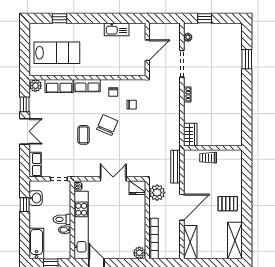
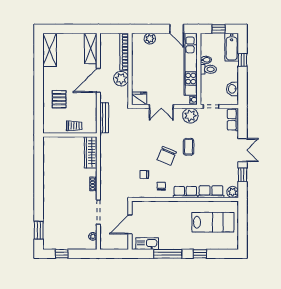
window: (60, 18) -> (200, 254), moved
window: (106, 18) -> (168, 254), added
window: (205, 18) -> (62, 254), moved
kitchen sink: (117, 29) -> (147, 244), moved
lab bench: (57, 53) -> (213, 222), turned 180
window: (247, 59) -> (39, 230), moved
double door: (25, 131) -> (243, 150), swing flipped
wardrobe: (190, 135) -> (91, 152), width x1.50
plant: (82, 169) -> (190, 116), added
plant: (157, 193) -> (121, 79), moved
pallet: (228, 204) -> (59, 99), moved, turned 90
window: (25, 205) -> (243, 60), moved
plant: (139, 253) -> (150, 39), moved

